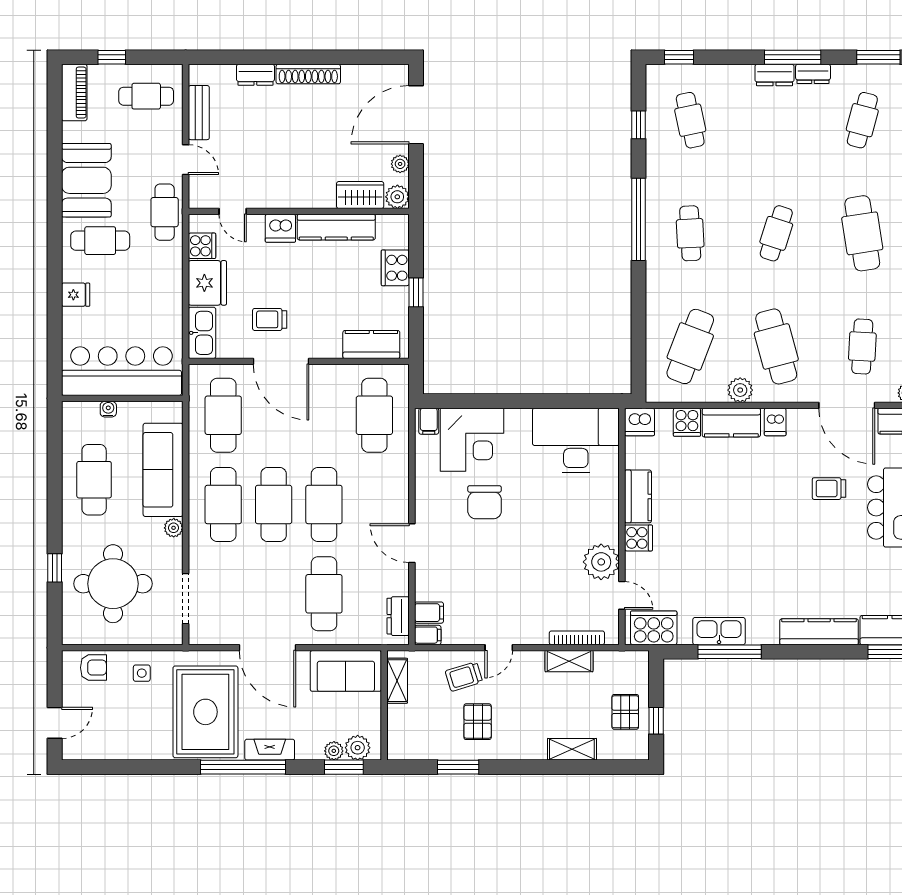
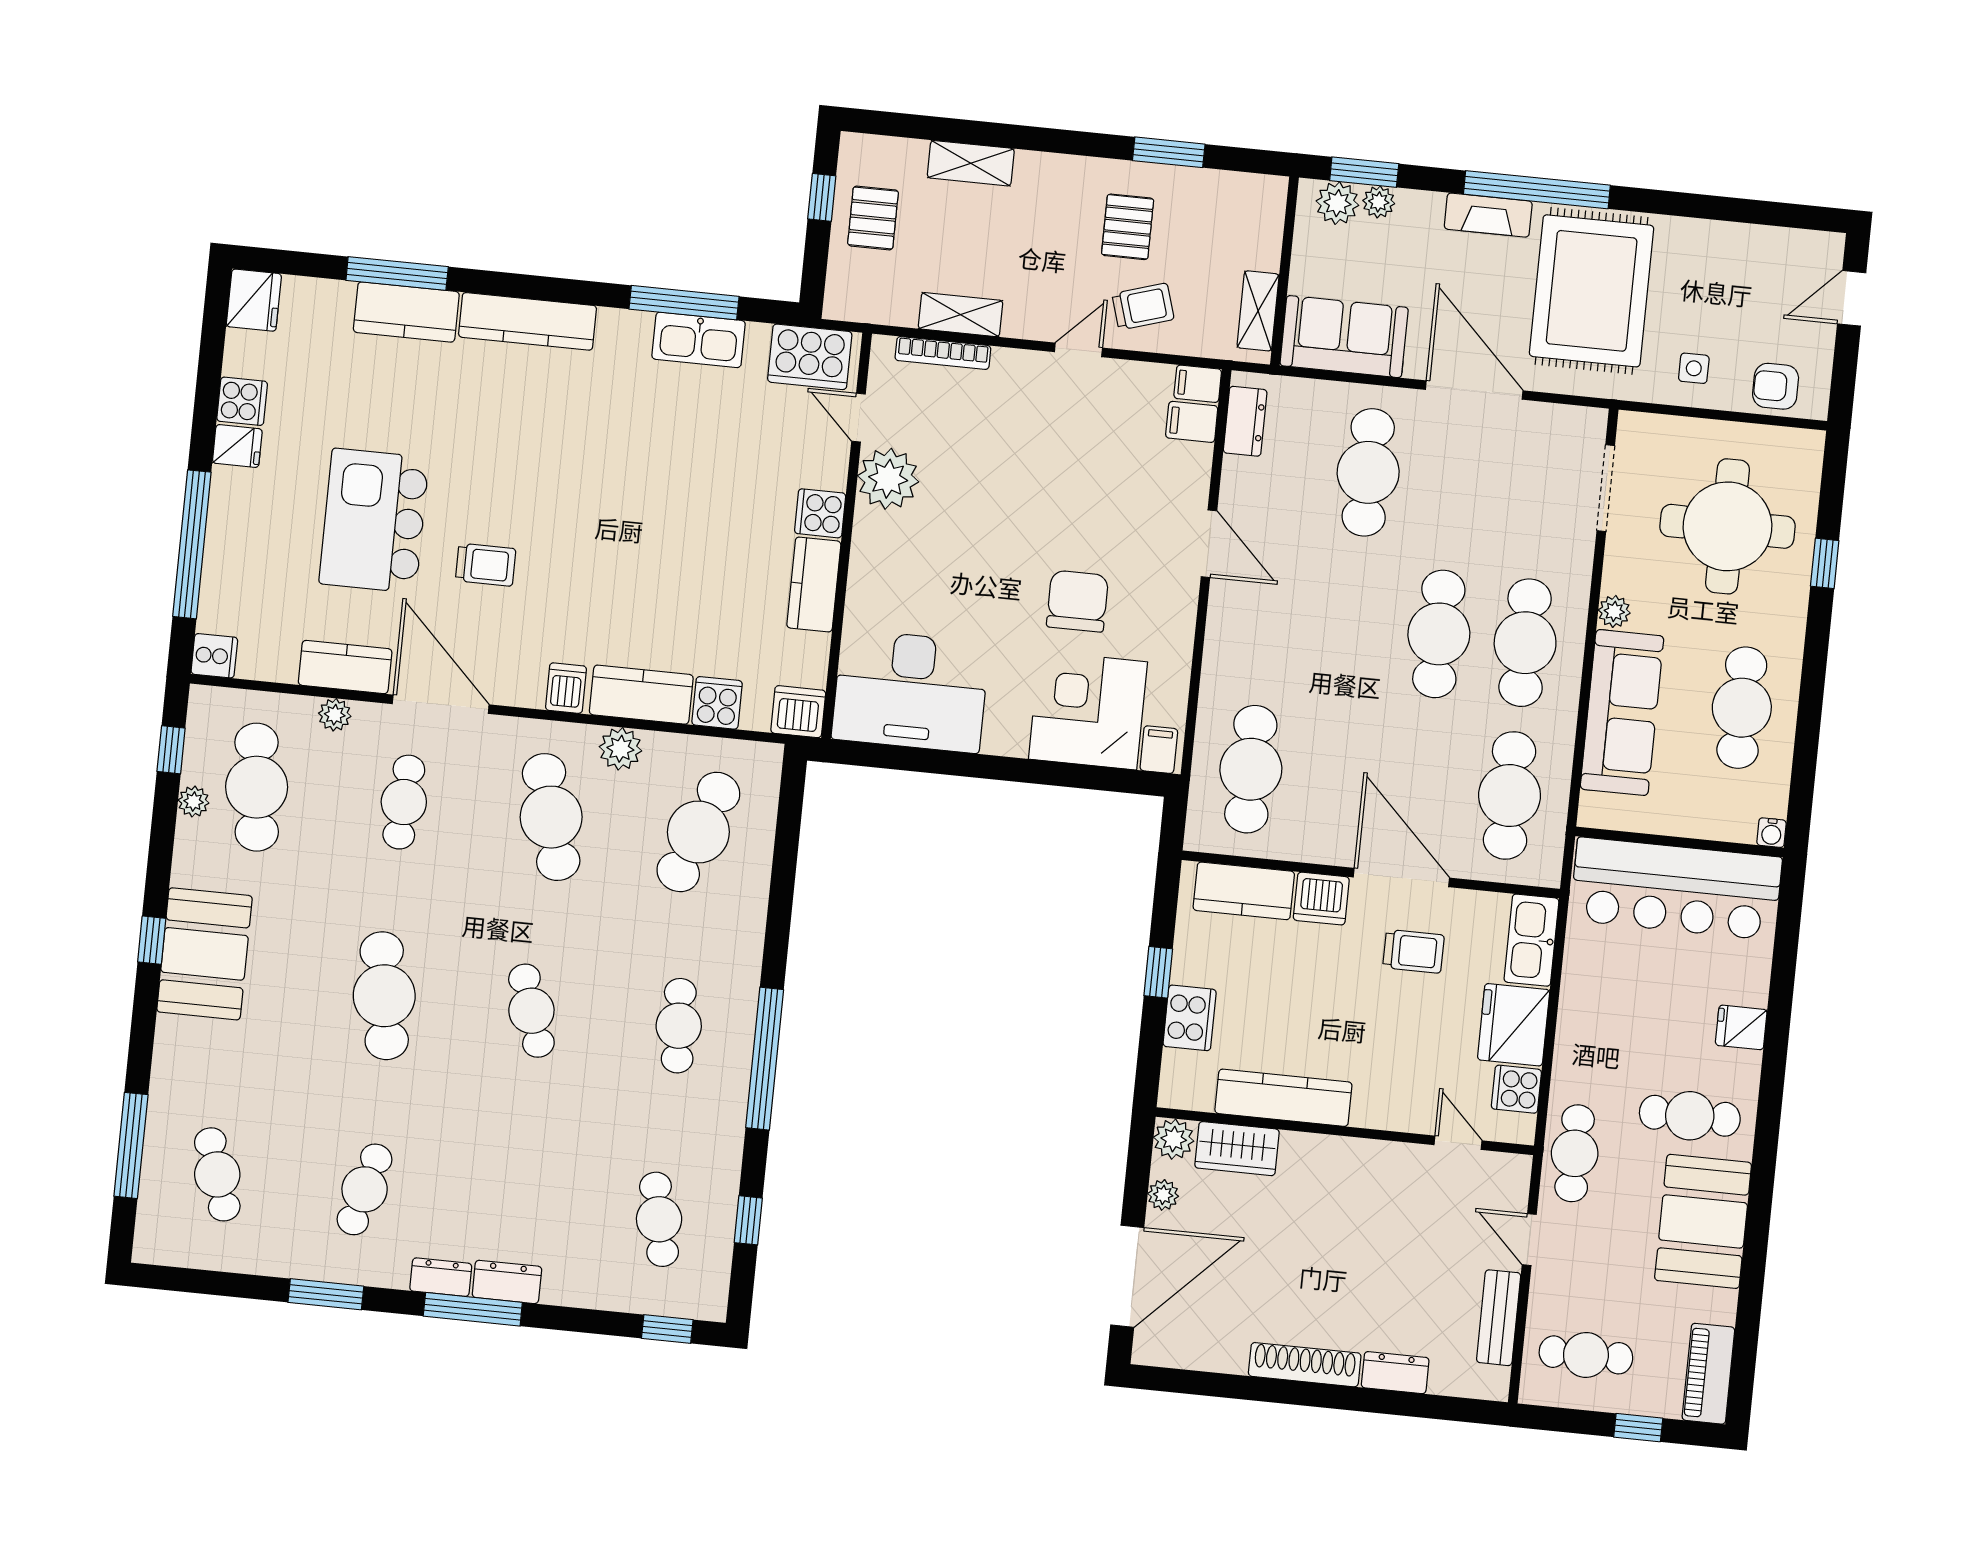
dishwasher: (280, 228) -> (1321, 899), moved, turned 180
cafe table: (776, 233) -> (531, 1011), turned -36
water cooler: (108, 409) -> (1771, 833), moved
cafe table: (324, 505) -> (1353, 625), removed

